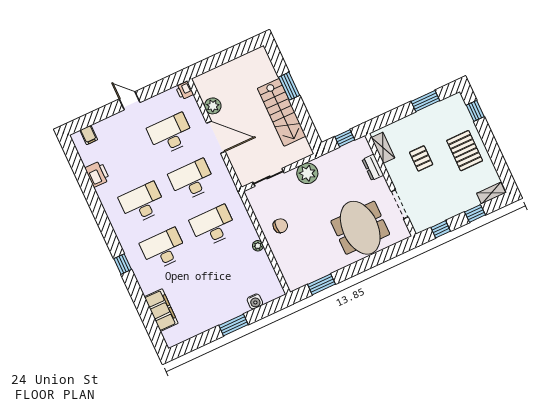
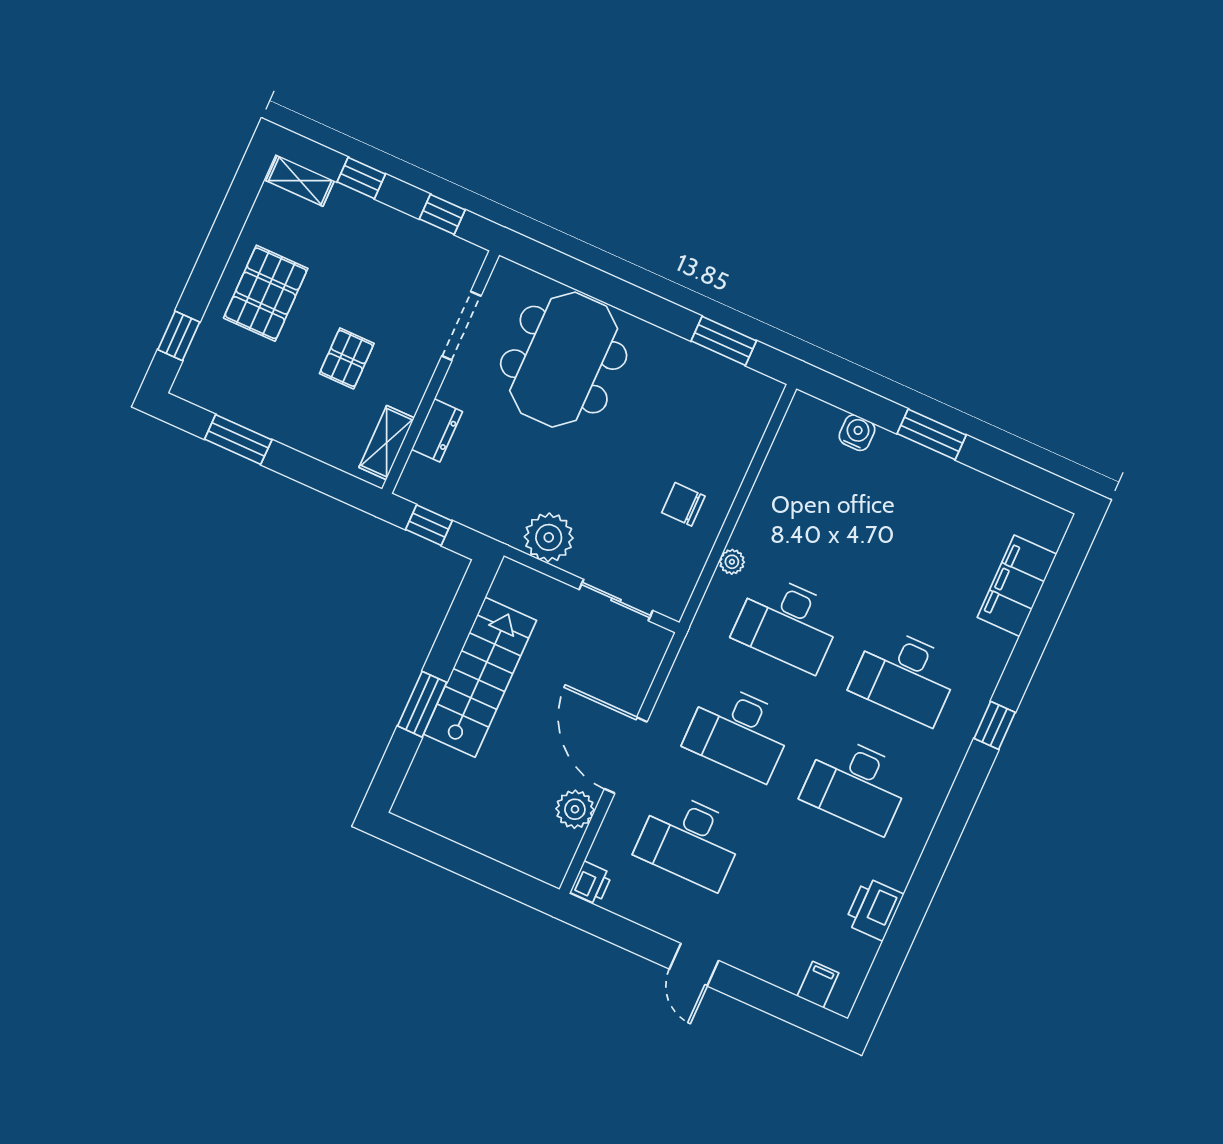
plant: (258, 246) -> (732, 562), moved

